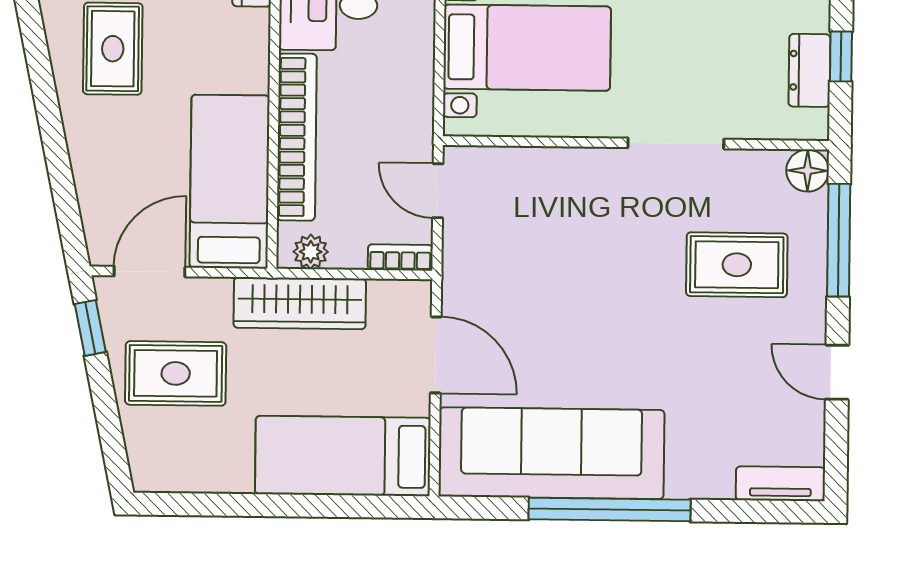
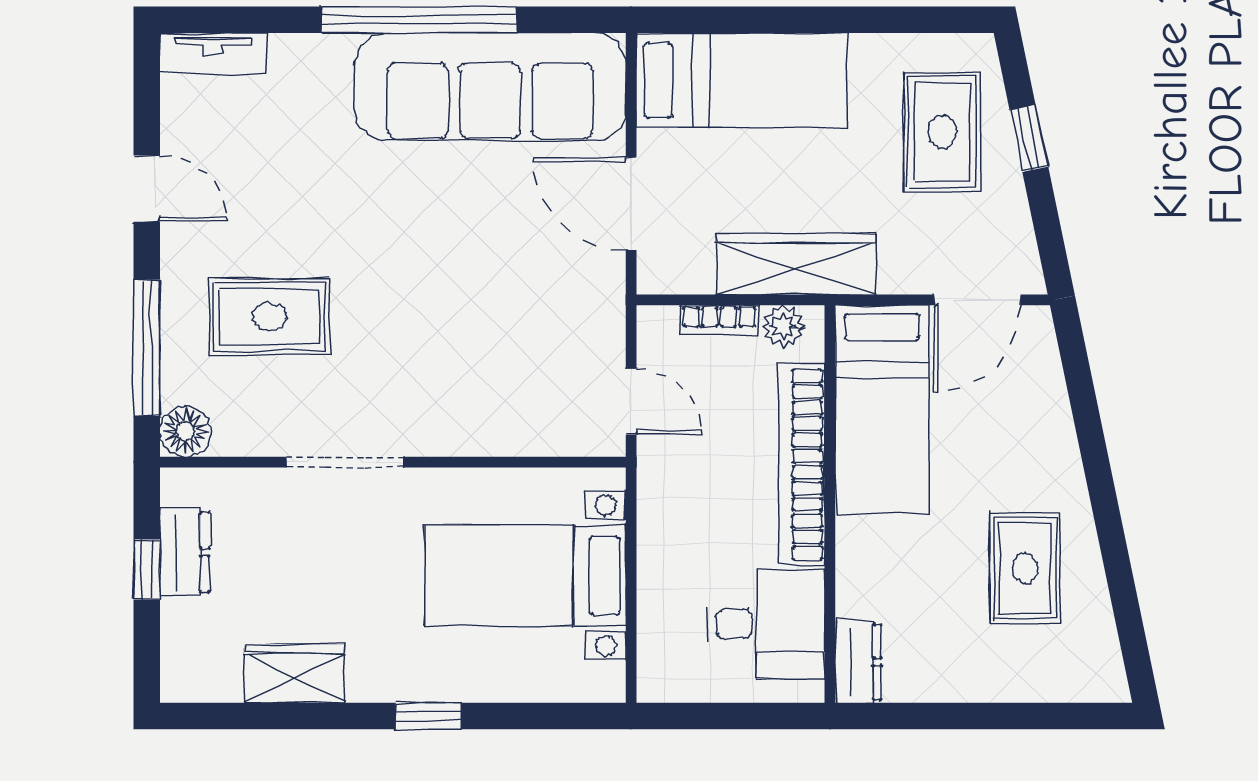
bookcase: (400, 257) -> (719, 321), moved
window: (90, 328) -> (1029, 138), moved
rug: (176, 373) -> (942, 132), moved, turned 90

